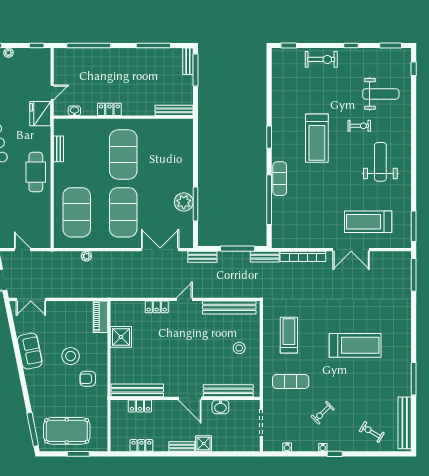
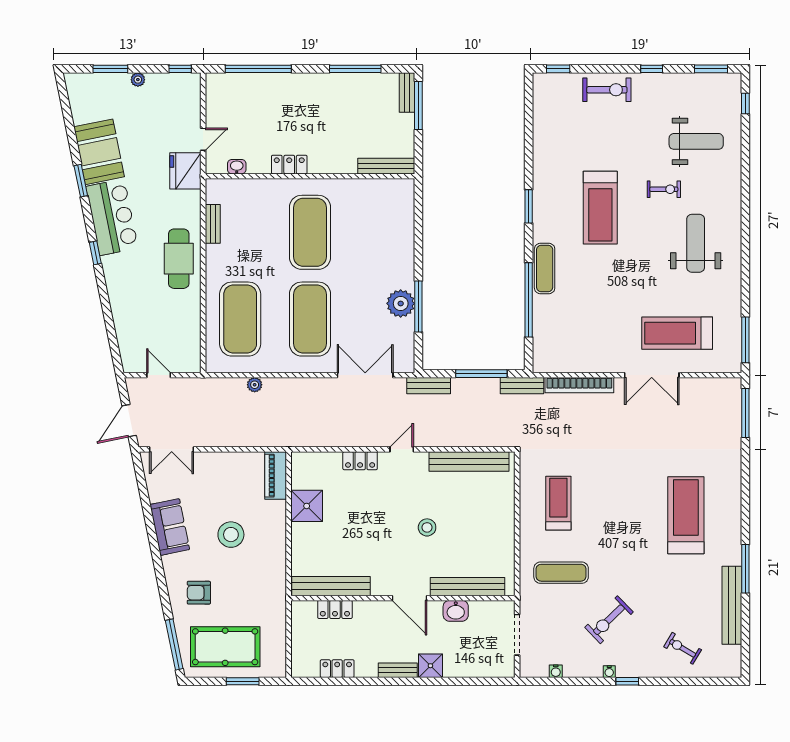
treadmill: (355, 345) -> (686, 515), moved, turned -90
stool: (239, 348) -> (427, 527), moved
armchair: (88, 379) -> (199, 593), moved
exercise bike: (323, 413) -> (609, 620), width x1.38, depth x1.39
bench: (405, 423) -> (732, 605), moved

